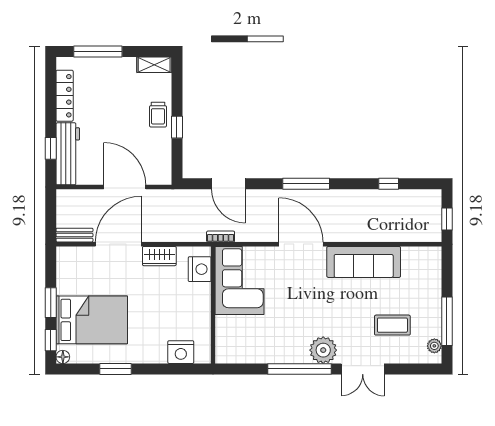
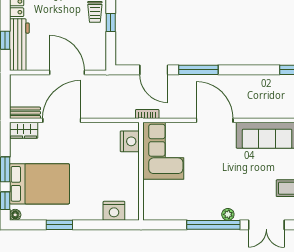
window: (306, 184) -> (198, 70), moved
wardrobe: (159, 256) -> (24, 130), moved
plant: (323, 350) -> (228, 214), width x0.53, depth x0.53

